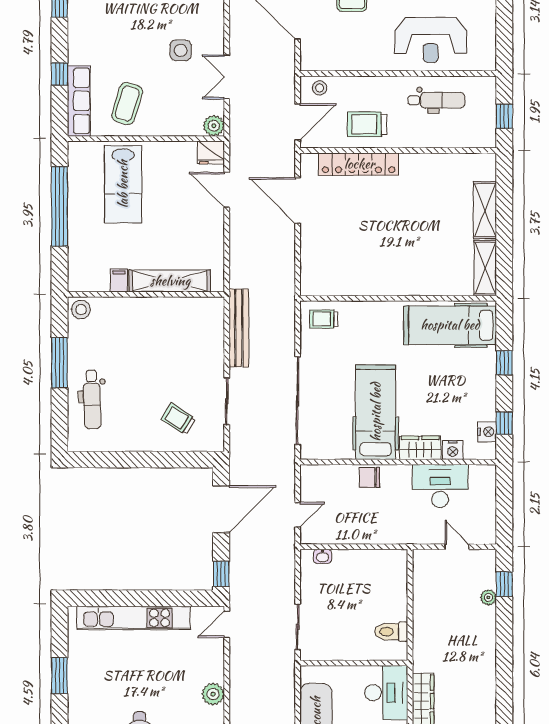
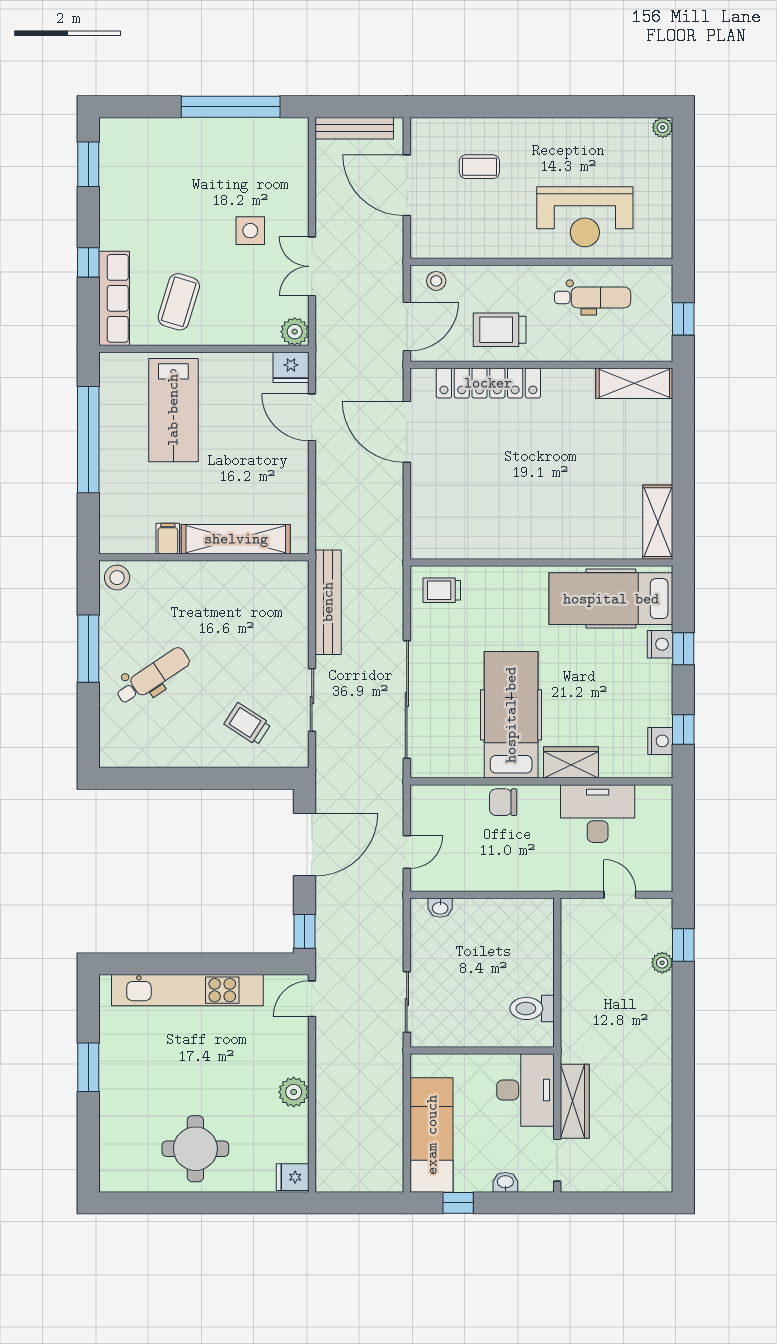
shelving: (485, 210) -> (634, 383), moved, turned 90
dental chair: (92, 399) -> (153, 676), moved, turned -122
nightstand: (453, 450) -> (660, 644), moved, turned -90

